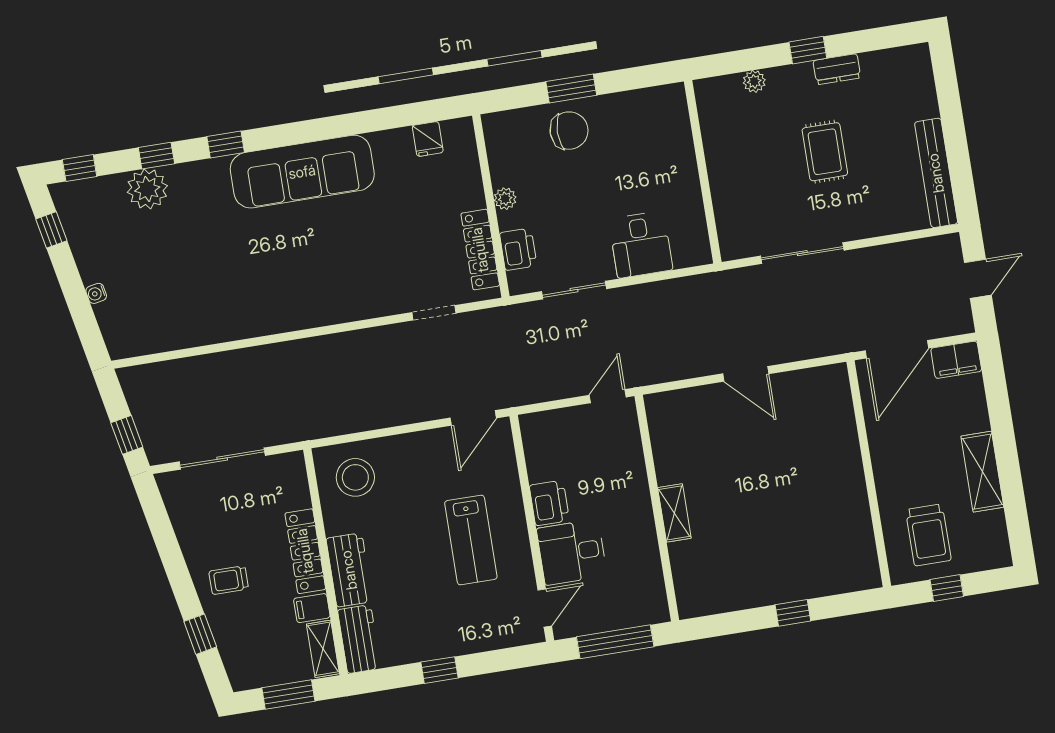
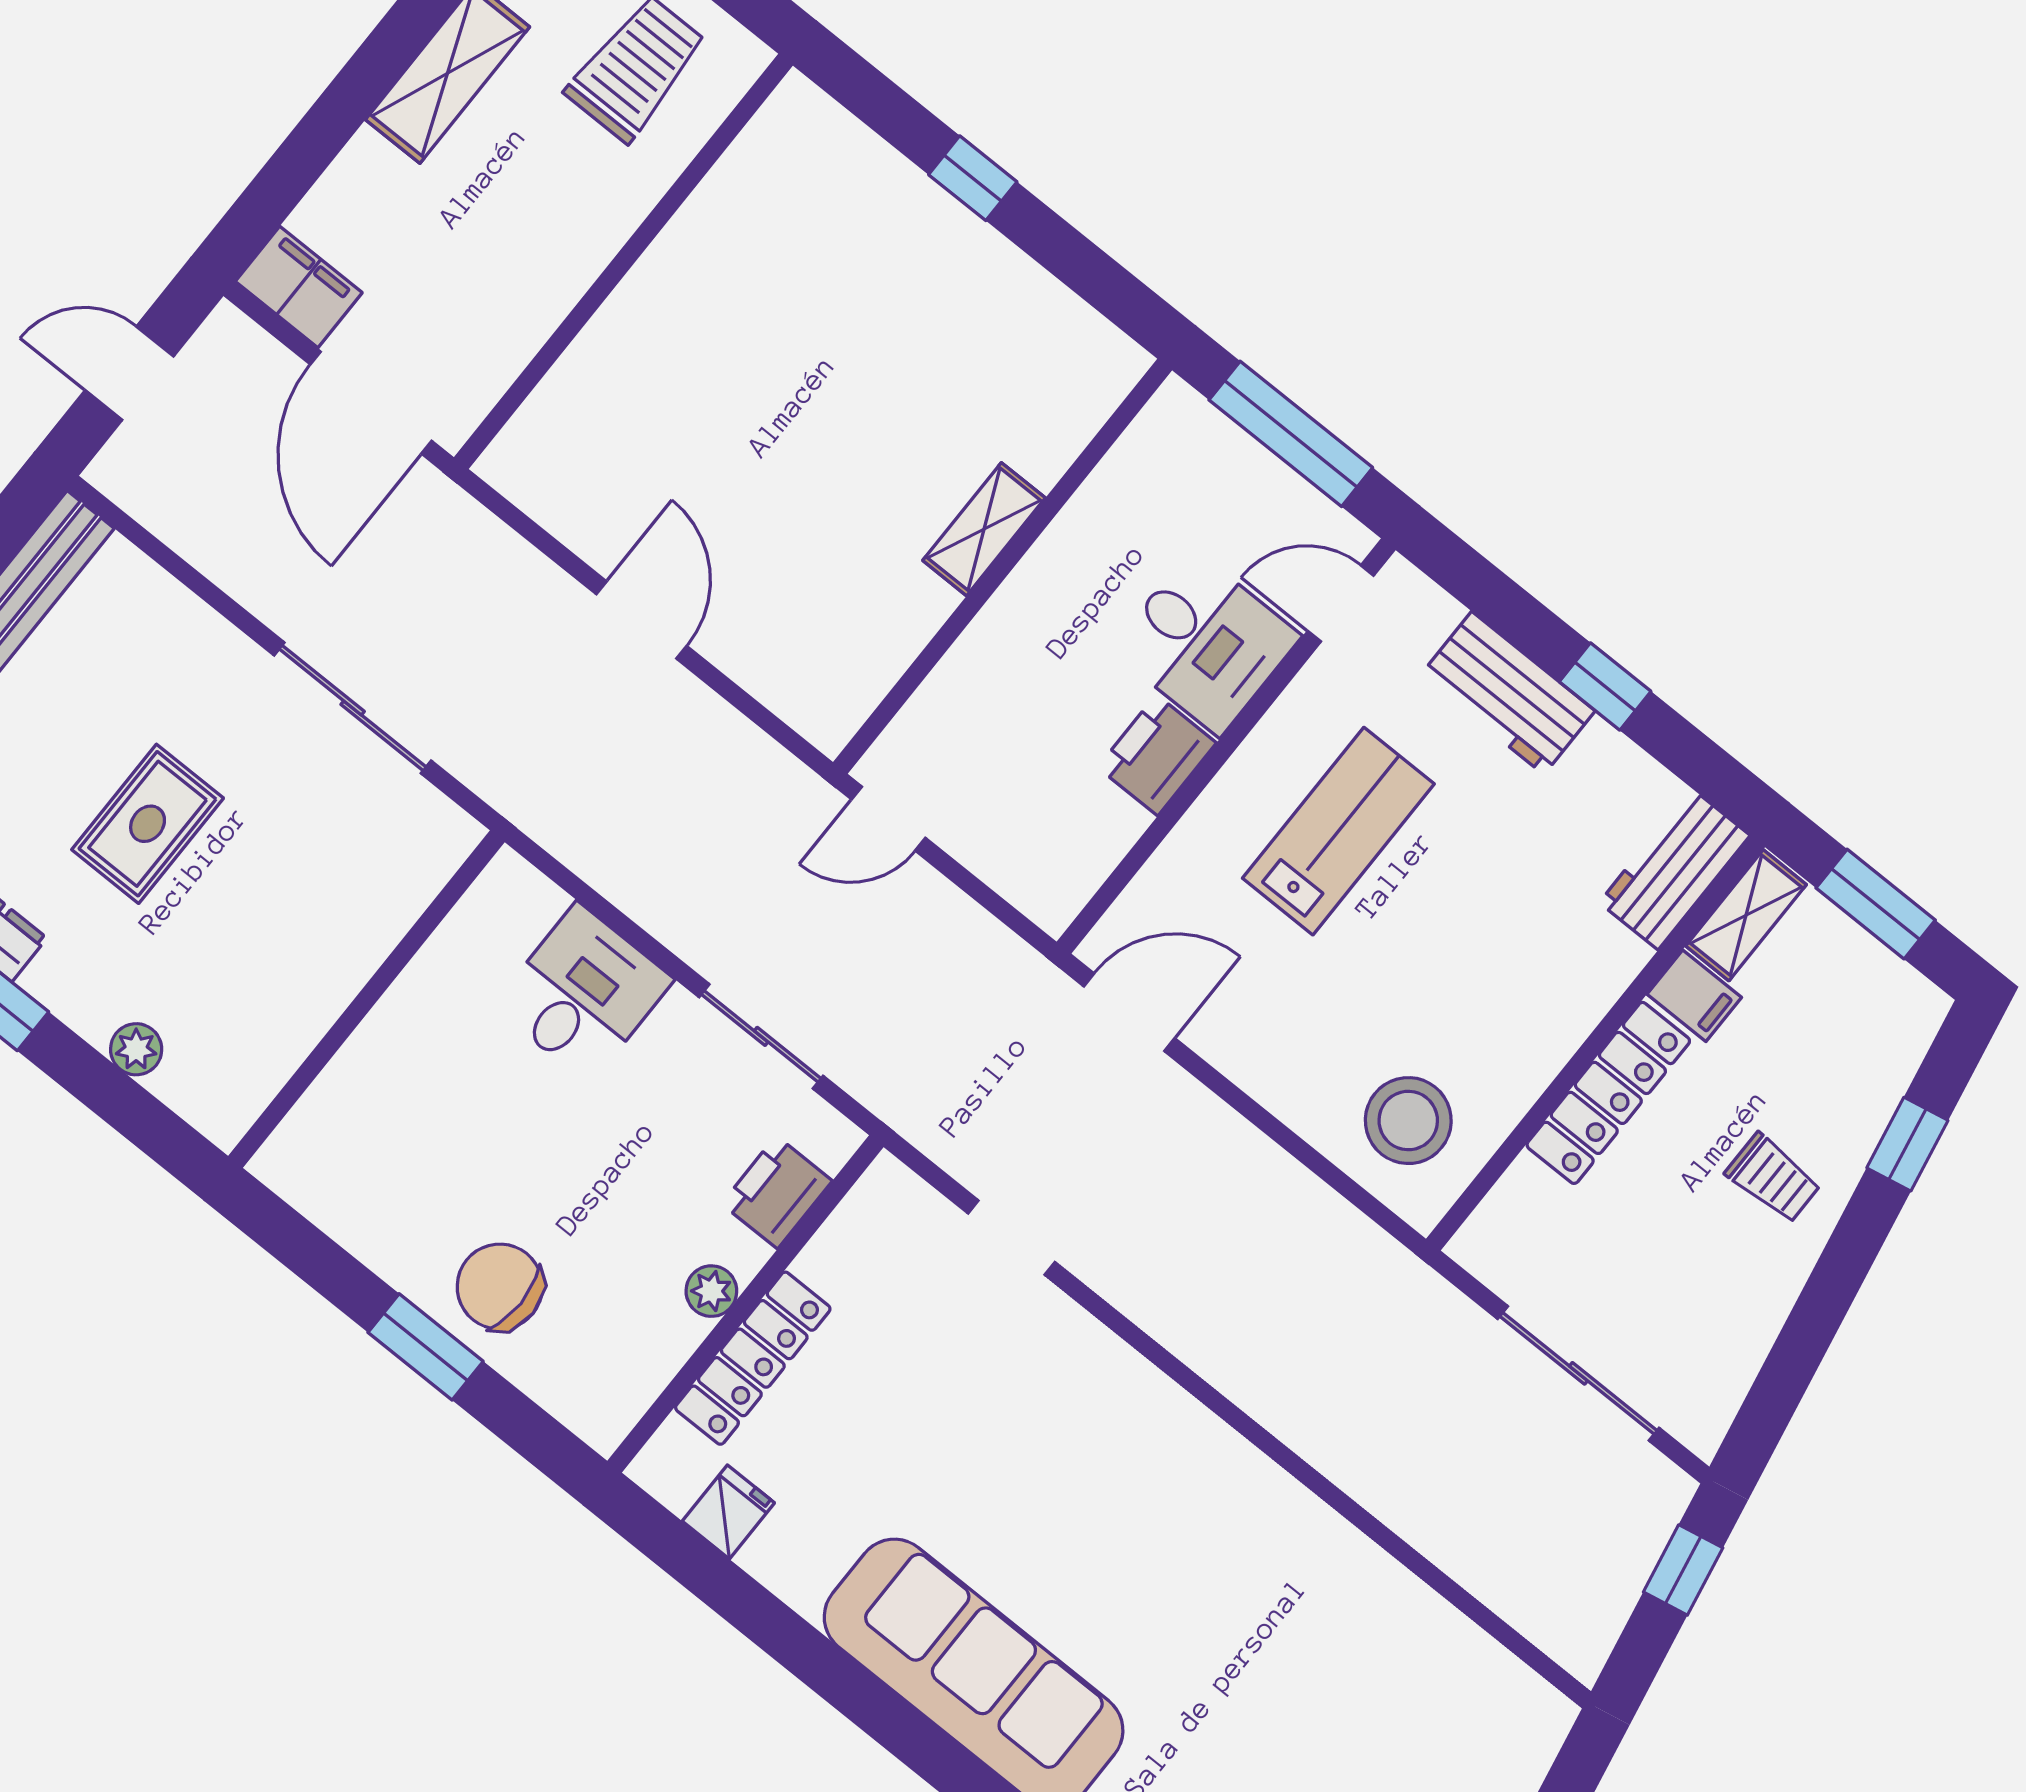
locker: (480, 250) -> (753, 1358), moved
door: (897, 349) -> (371, 403), swing flipped
workbench: (349, 570) -> (1508, 693), moved, turned -90

